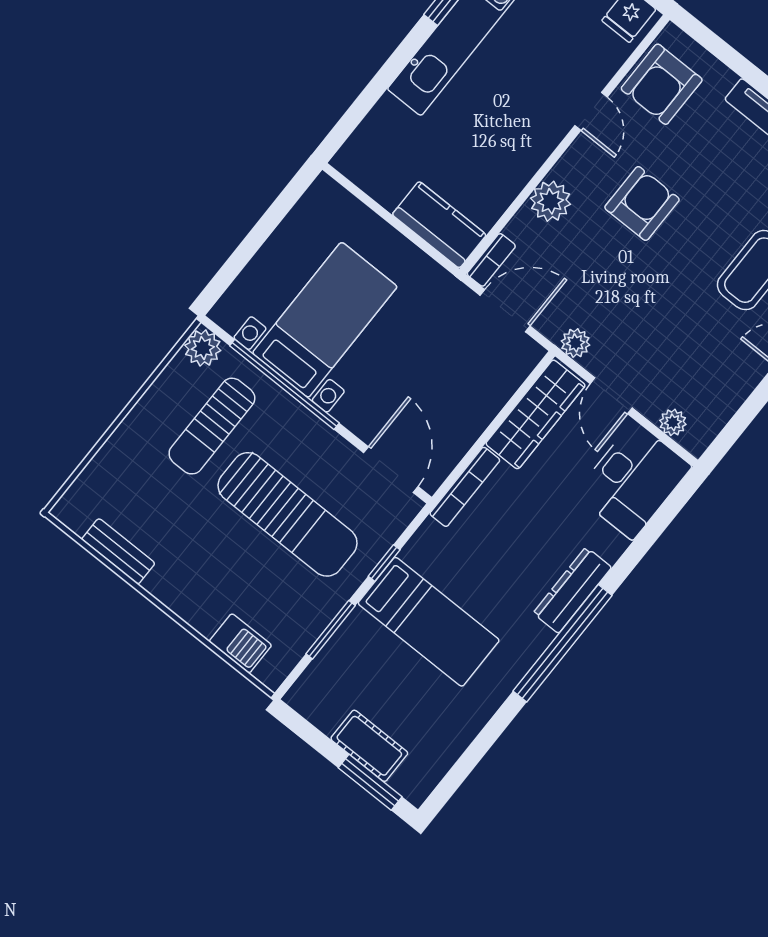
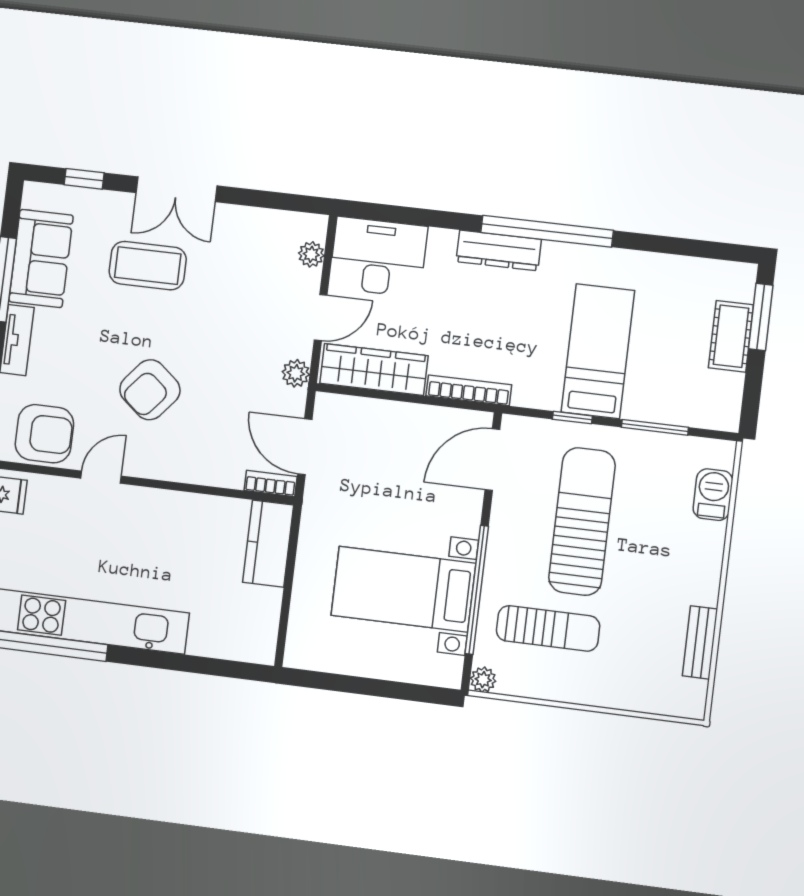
plant: (551, 201) -> (194, 465), removed
armchair: (642, 203) -> (150, 390), turned -50
plant: (203, 348) -> (483, 680), width x0.73, depth x0.73

